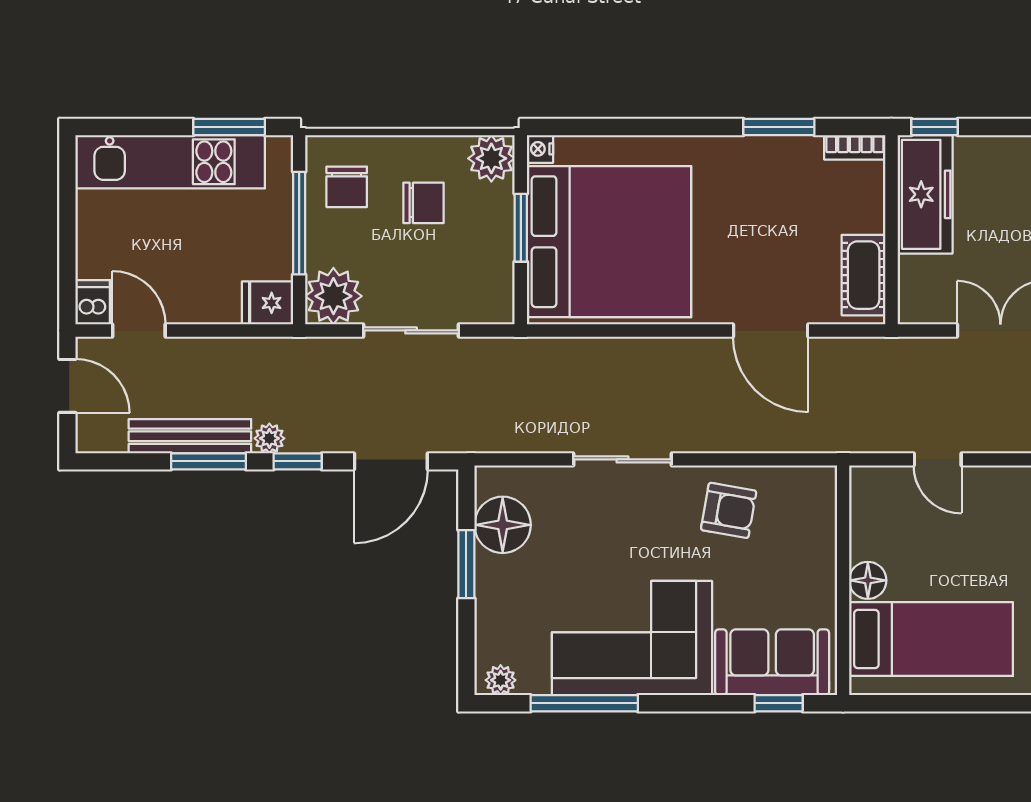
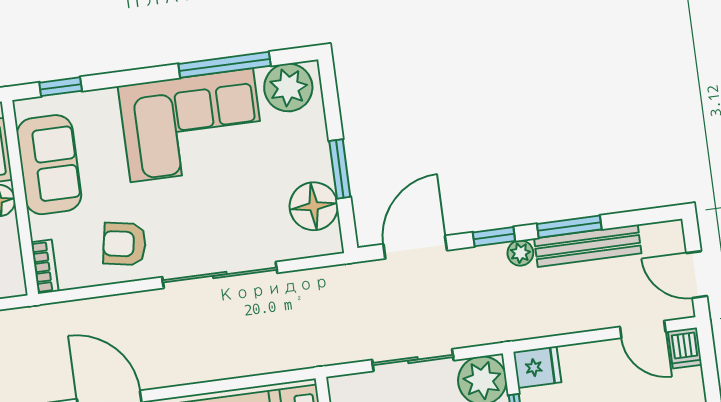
sliding door: (623, 459) -> (220, 275), width x1.37
bookcase: (825, 496) -> (45, 267), added
sofa: (772, 662) -> (49, 165), moved, turned -90
plant: (501, 680) -> (288, 87), width x1.87, depth x1.87

